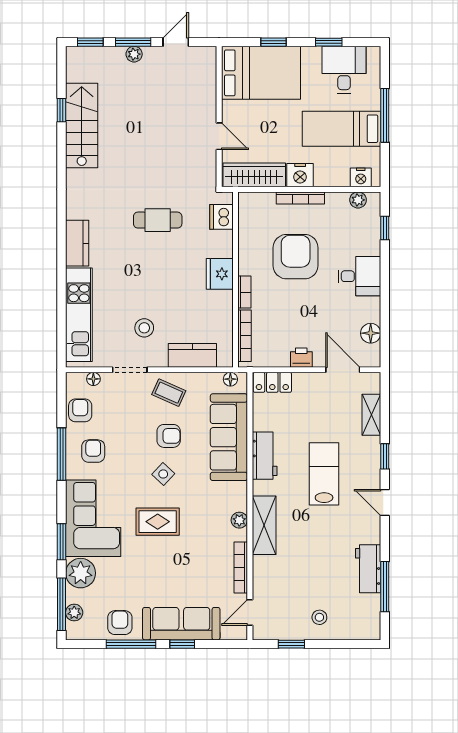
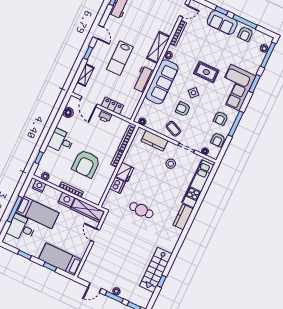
desk: (344, 70) -> (21, 228), moved, turned 90
bed: (261, 73) -> (60, 259), width x0.67
dishwasher: (221, 217) -> (117, 185), moved
locker: (272, 382) -> (112, 106), moved
sofa: (229, 437) -> (162, 82), moved
plant: (81, 573) -> (253, 65), removed
sofa: (181, 624) -> (222, 22), width x0.73

